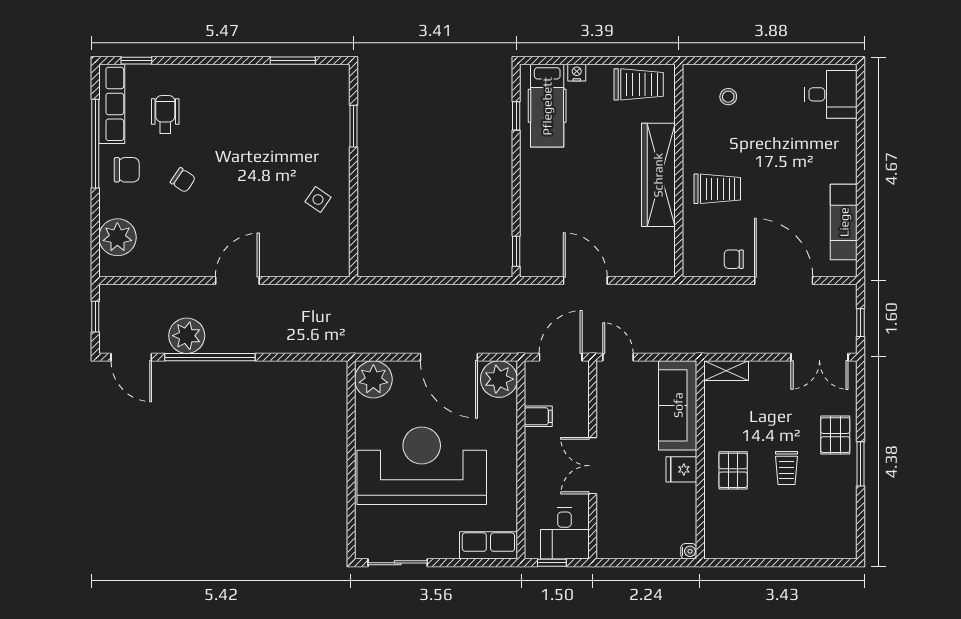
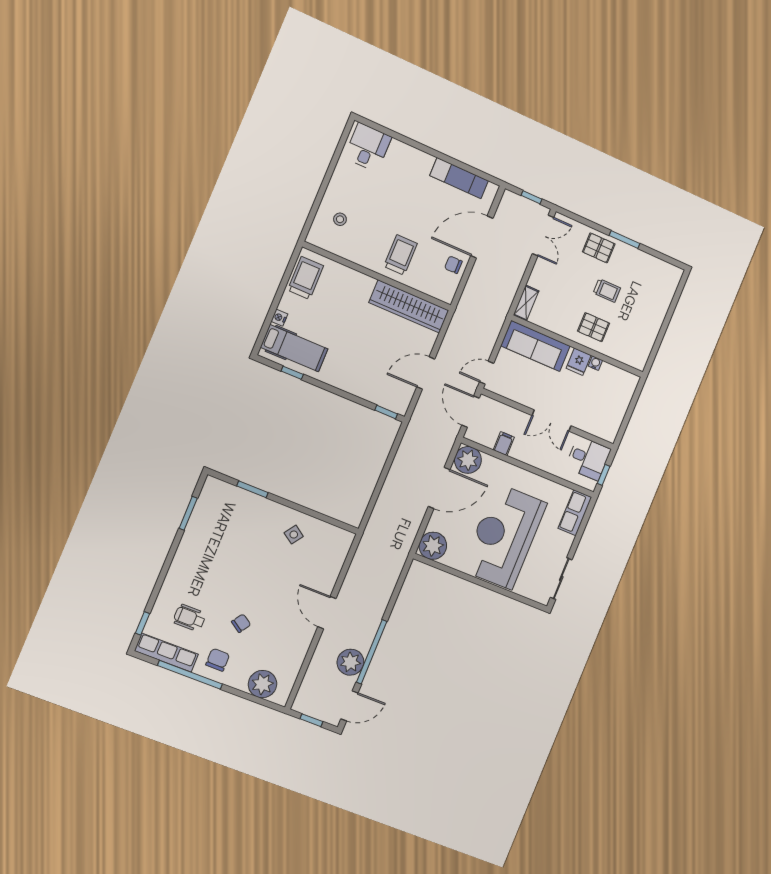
wardrobe: (658, 175) -> (409, 306), moved
chair: (734, 259) -> (453, 265), turned 90
water cooler: (689, 551) -> (595, 363), moved

